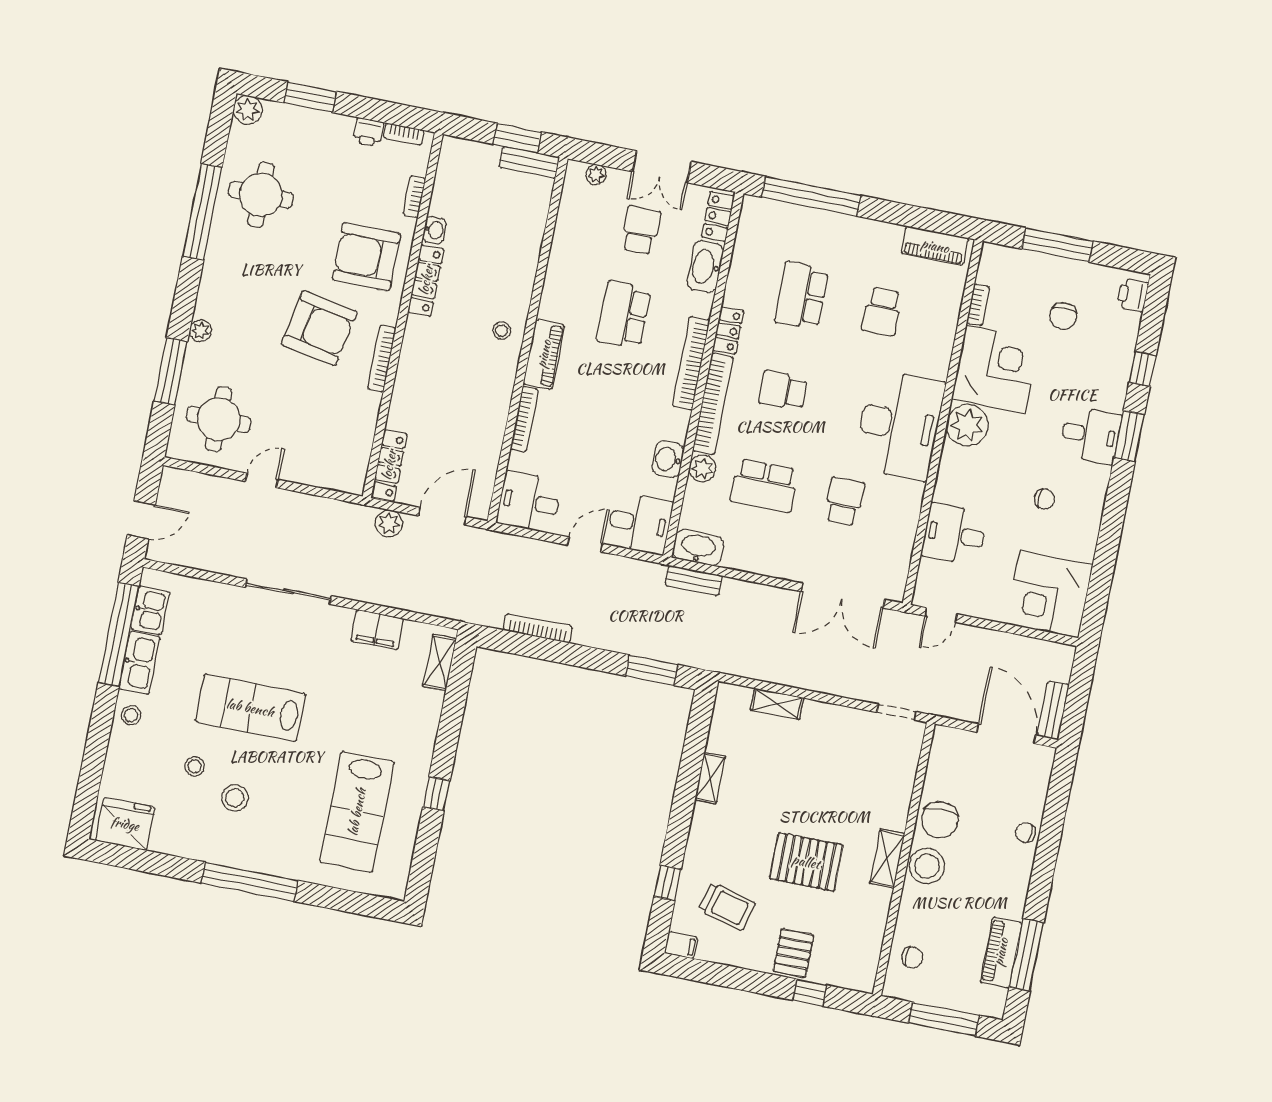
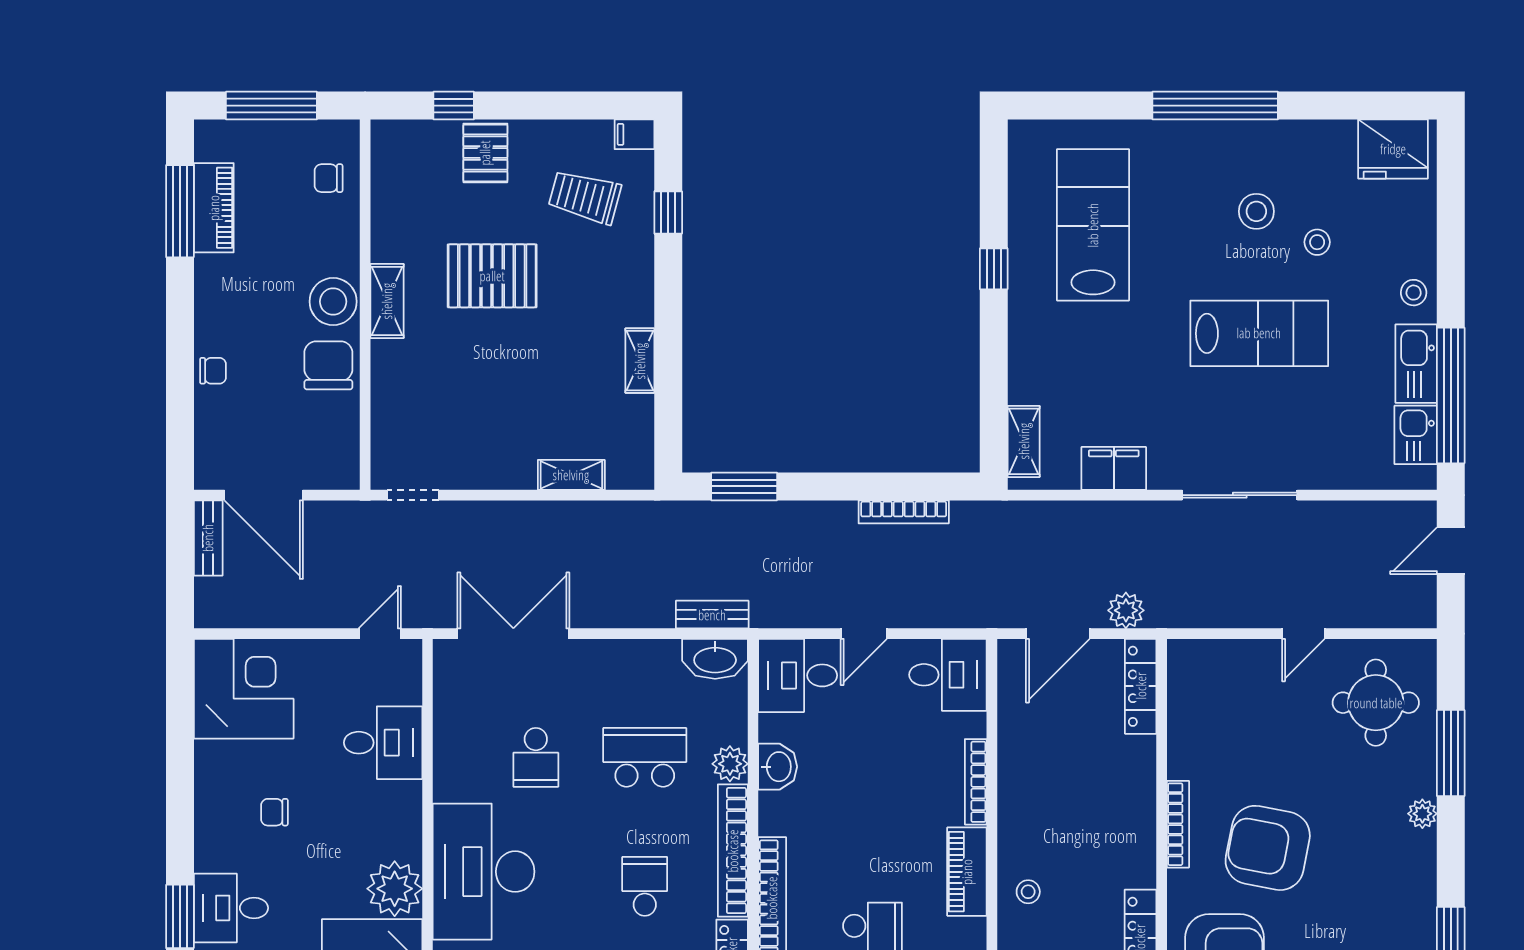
school desk: (783, 391) -> (645, 886), turned -90

